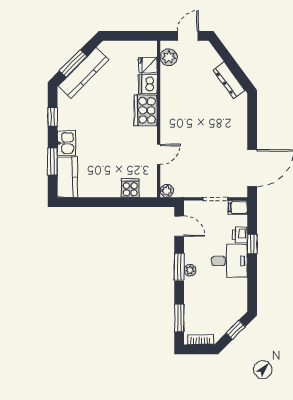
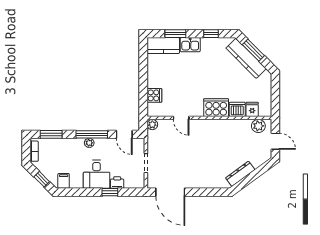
filing cabinet: (238, 208) -> (64, 181), moved
door: (179, 226) -> (124, 134), hinge flipped
window: (179, 267) -> (92, 134), width x1.44

